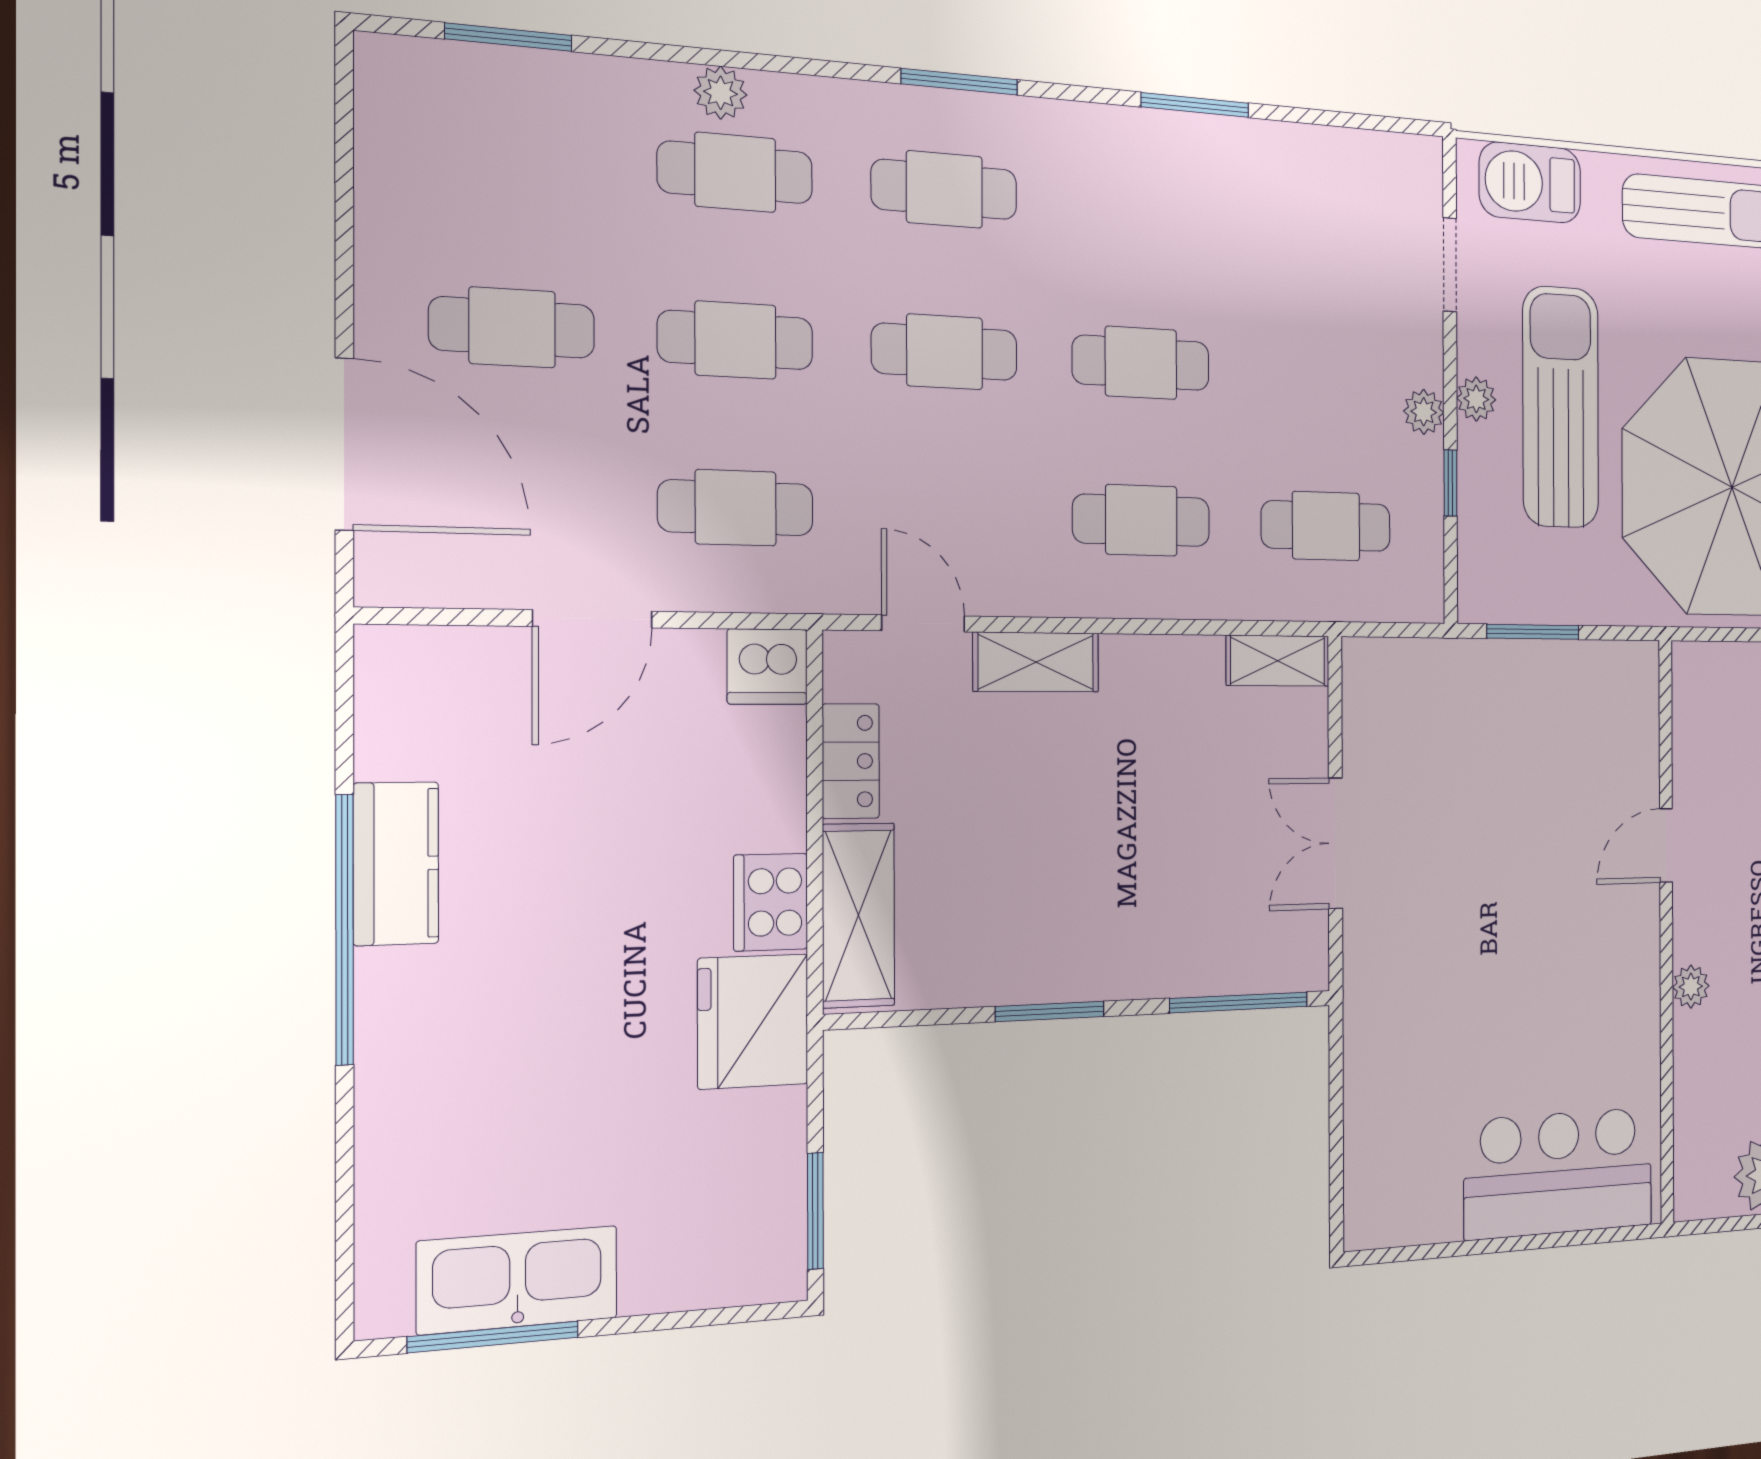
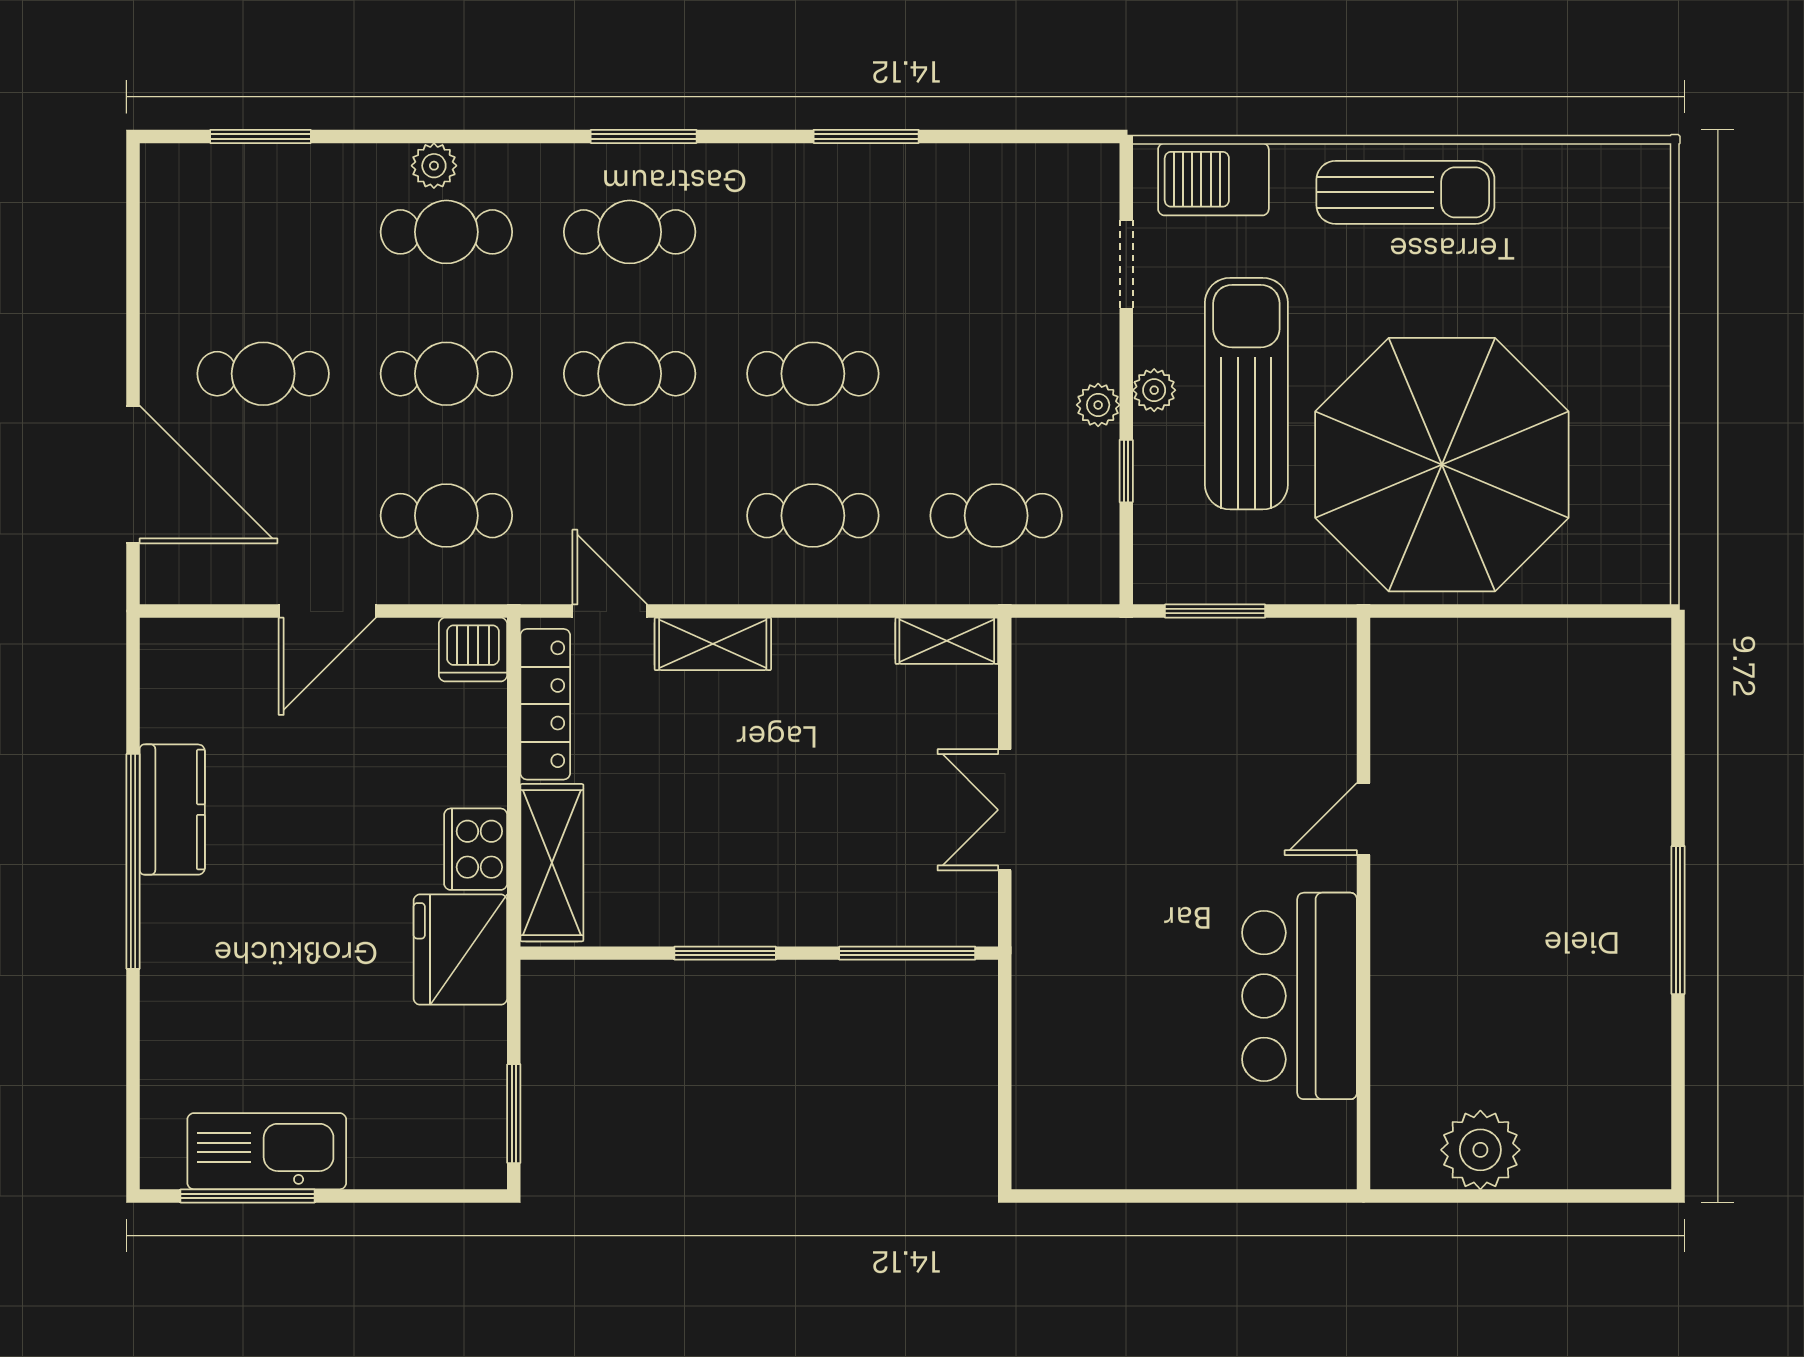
locker: (851, 761) -> (545, 704), width x1.53
plant: (1691, 987) -> (1392, 959), removed
bar counter: (1559, 1173) -> (1300, 996), moved, turned -90

